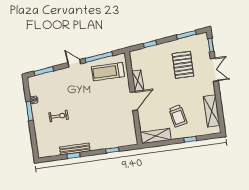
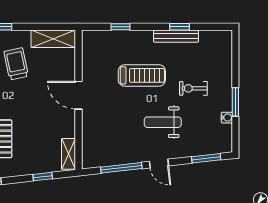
treadmill: (108, 72) -> (142, 75), moved
shelving: (138, 81) -> (69, 154), moved
weight bench: (76, 91) -> (163, 122), added
door: (134, 101) -> (79, 95), hinge flipped

